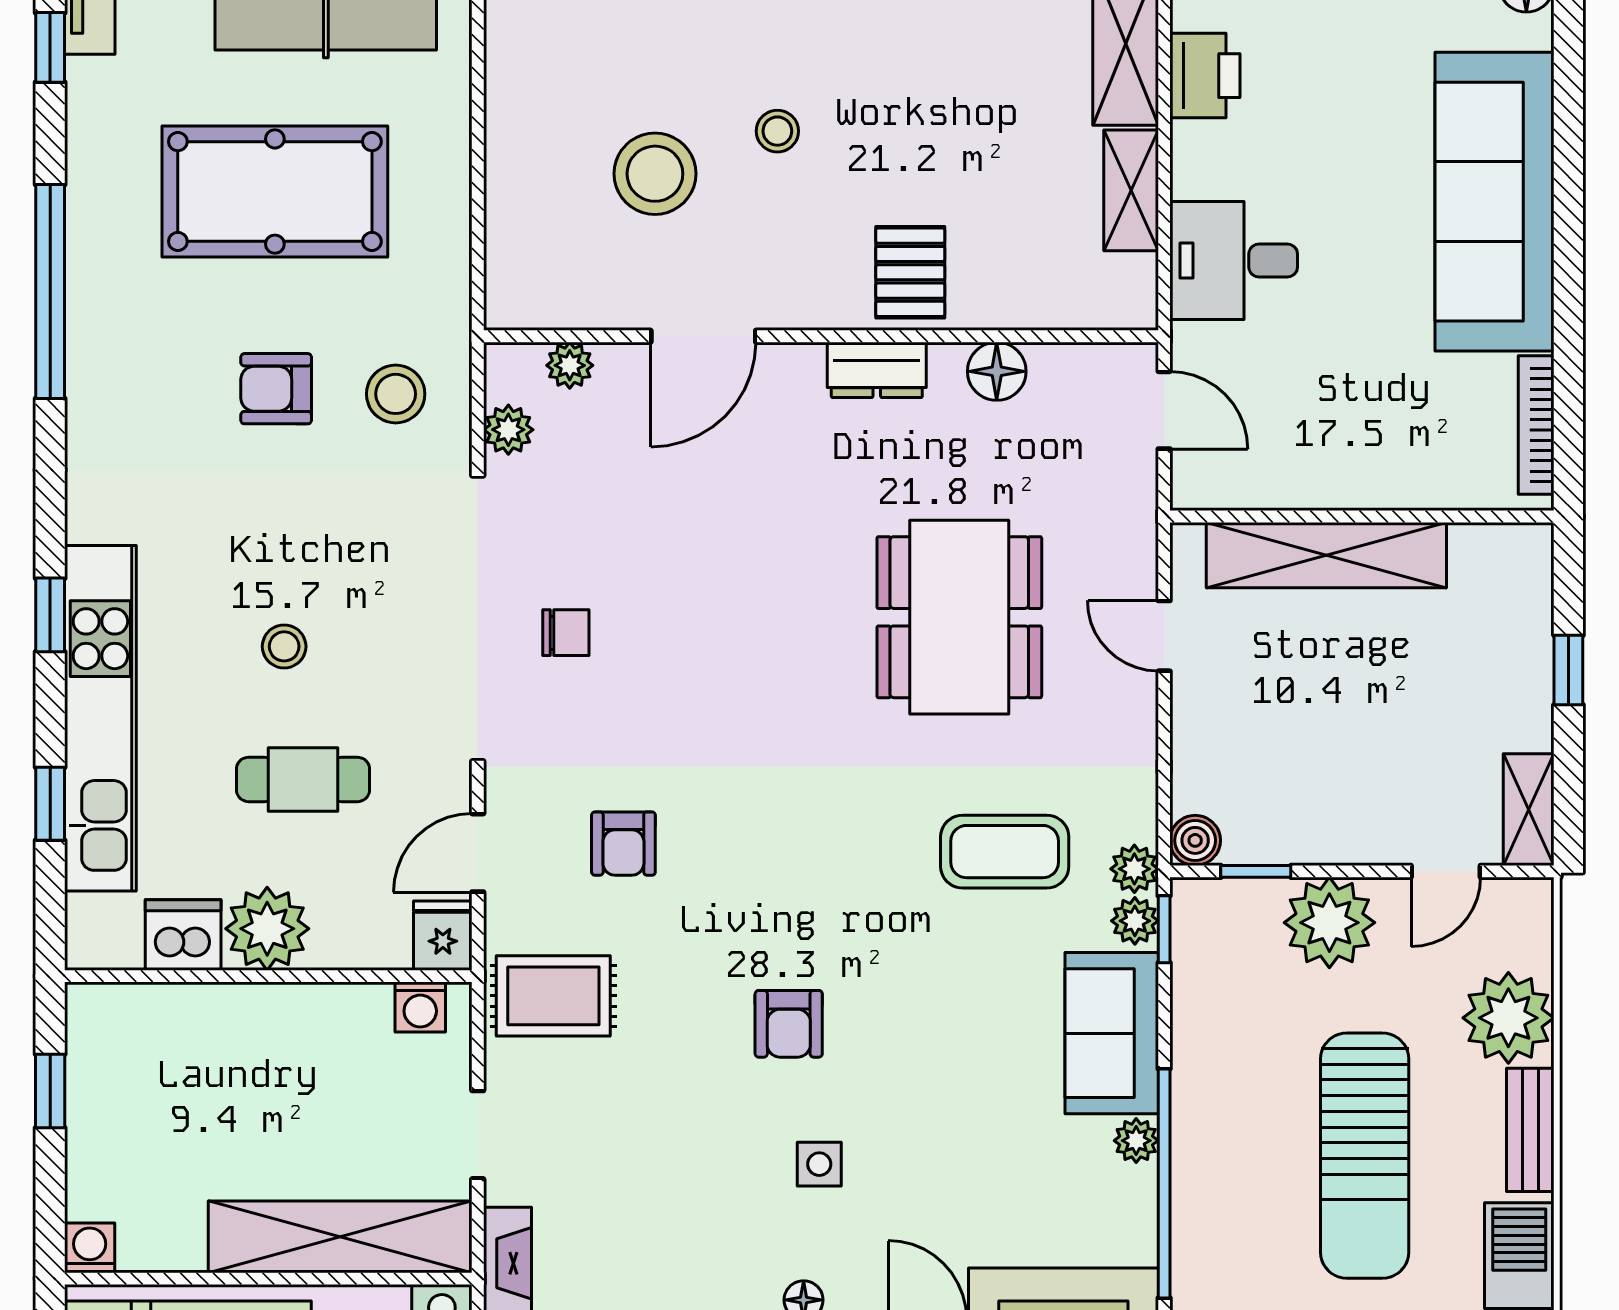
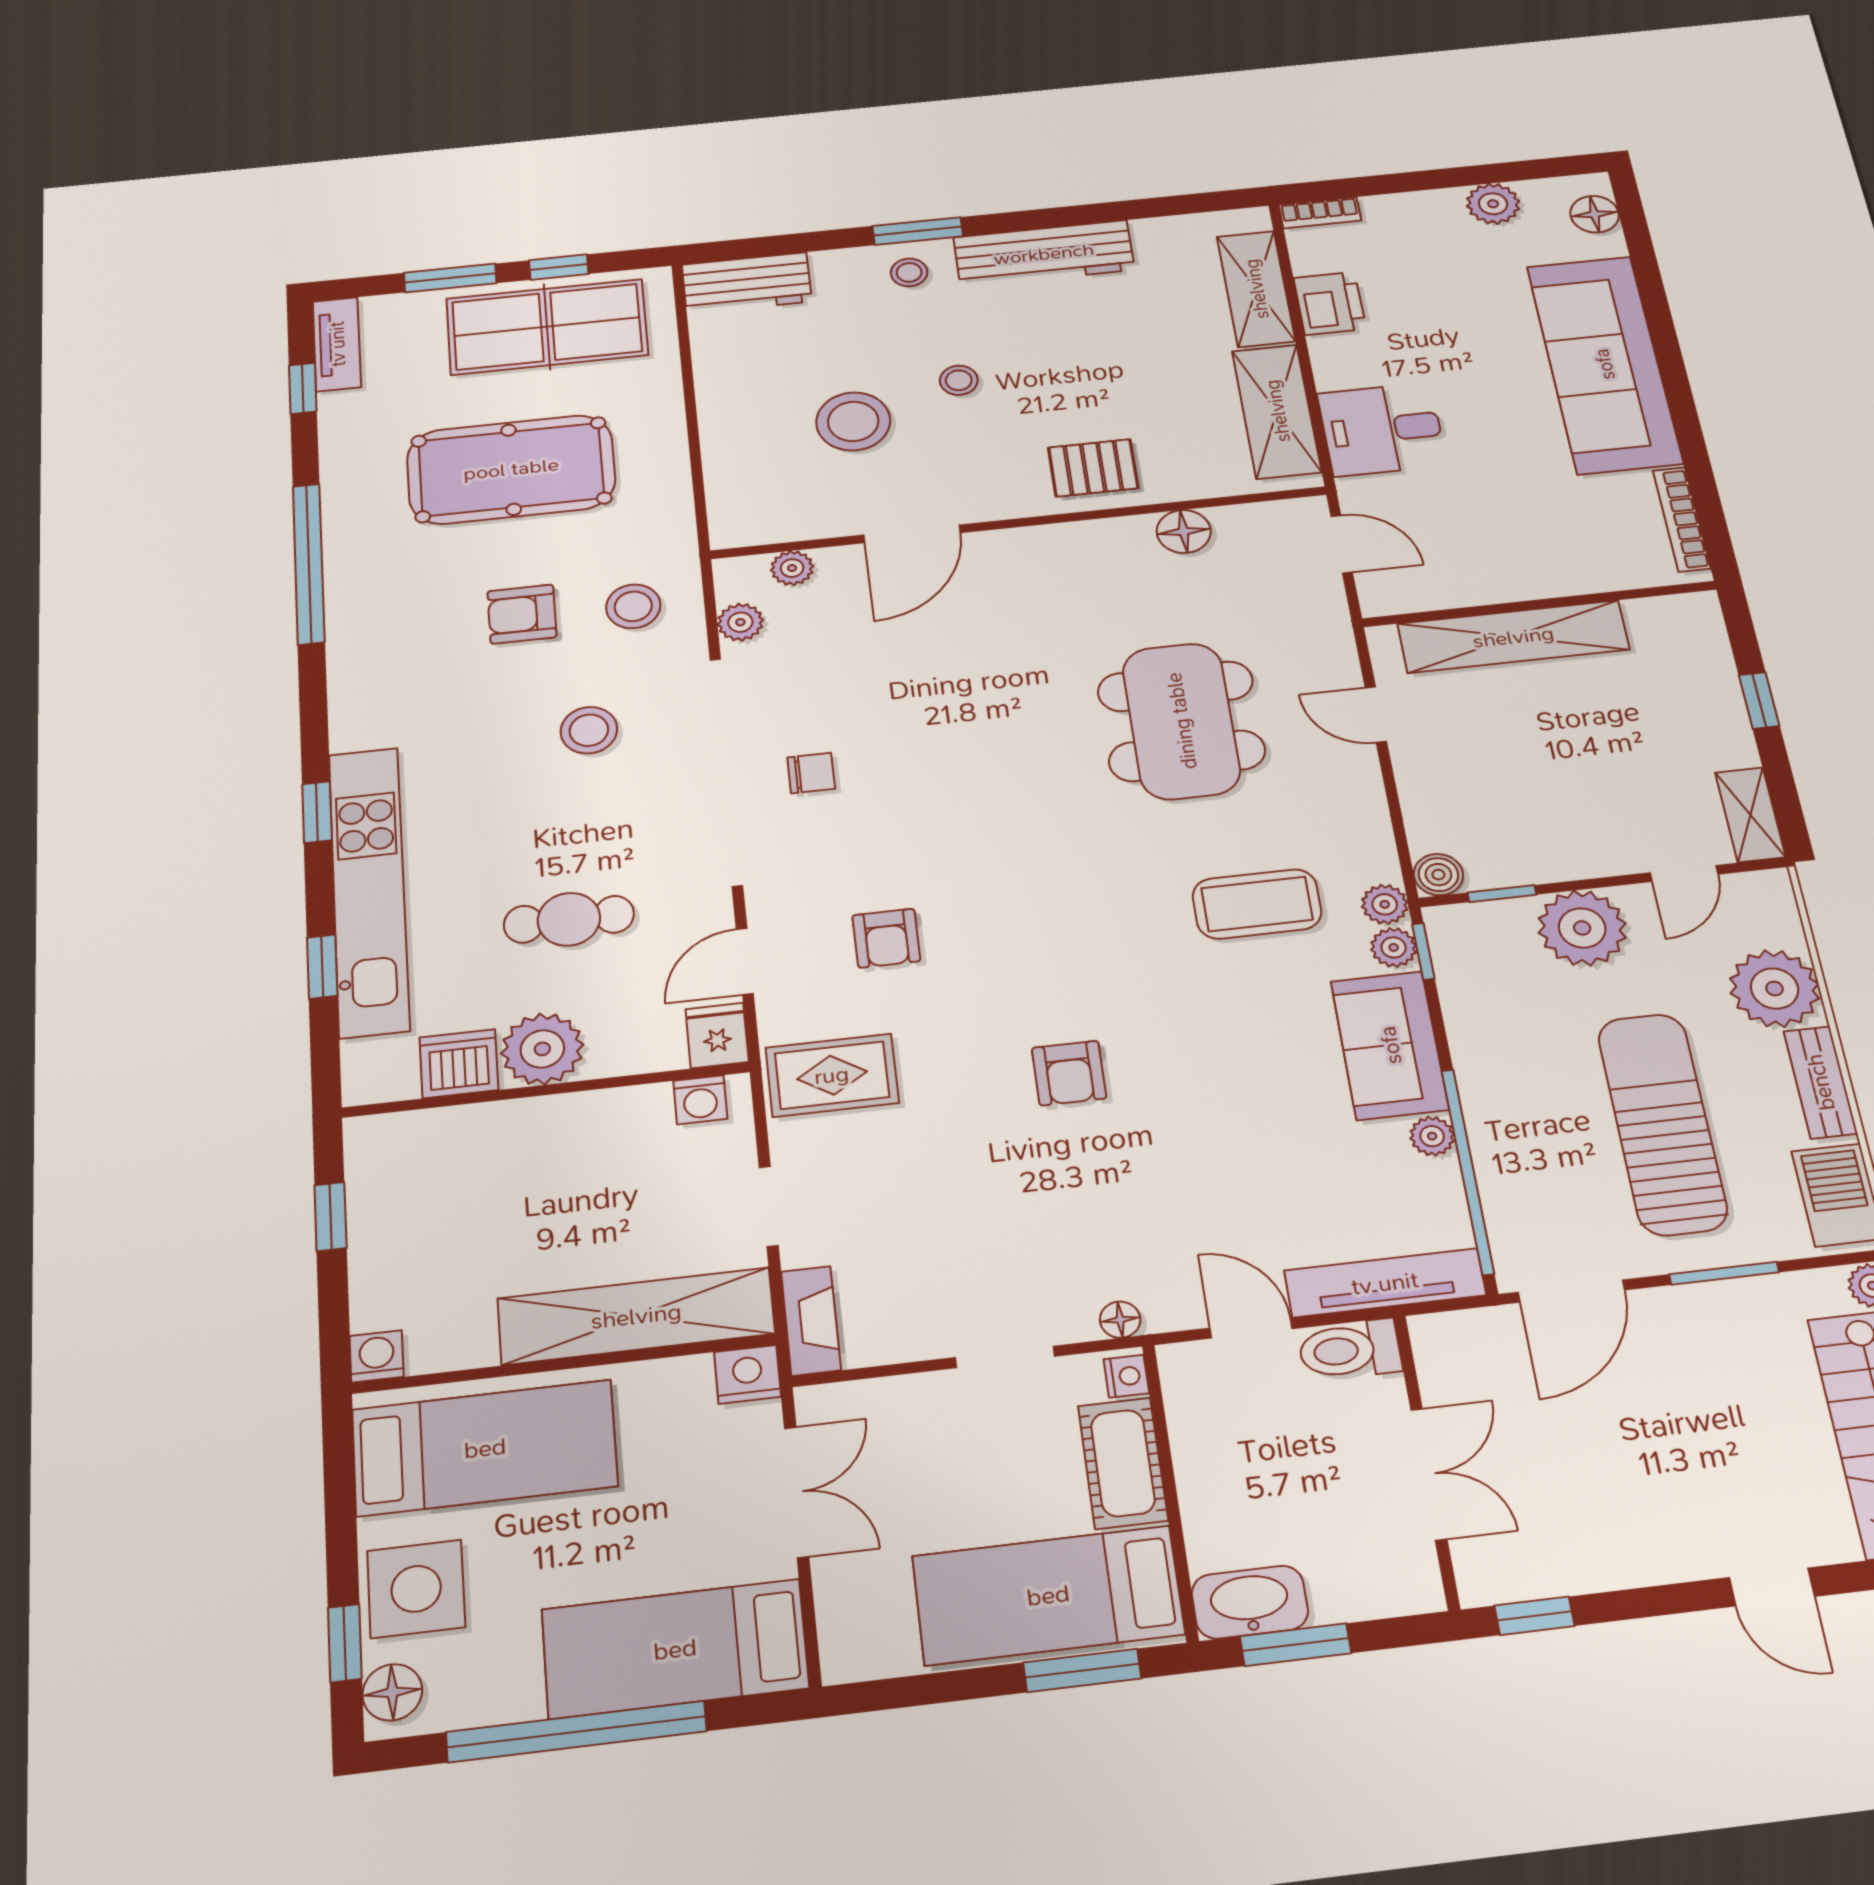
shelving: (1131, 190) -> (1277, 411), width x1.50, depth x1.33
pallet: (910, 272) -> (1093, 468), turned 90
dresser: (877, 370) -> (1074, 542), removed
stool: (284, 646) -> (589, 730), moved, width x1.37, depth x1.37
sun lounger: (1365, 1156) -> (1662, 1124), turned 180
side table: (819, 1164) -> (1118, 1193), removed

